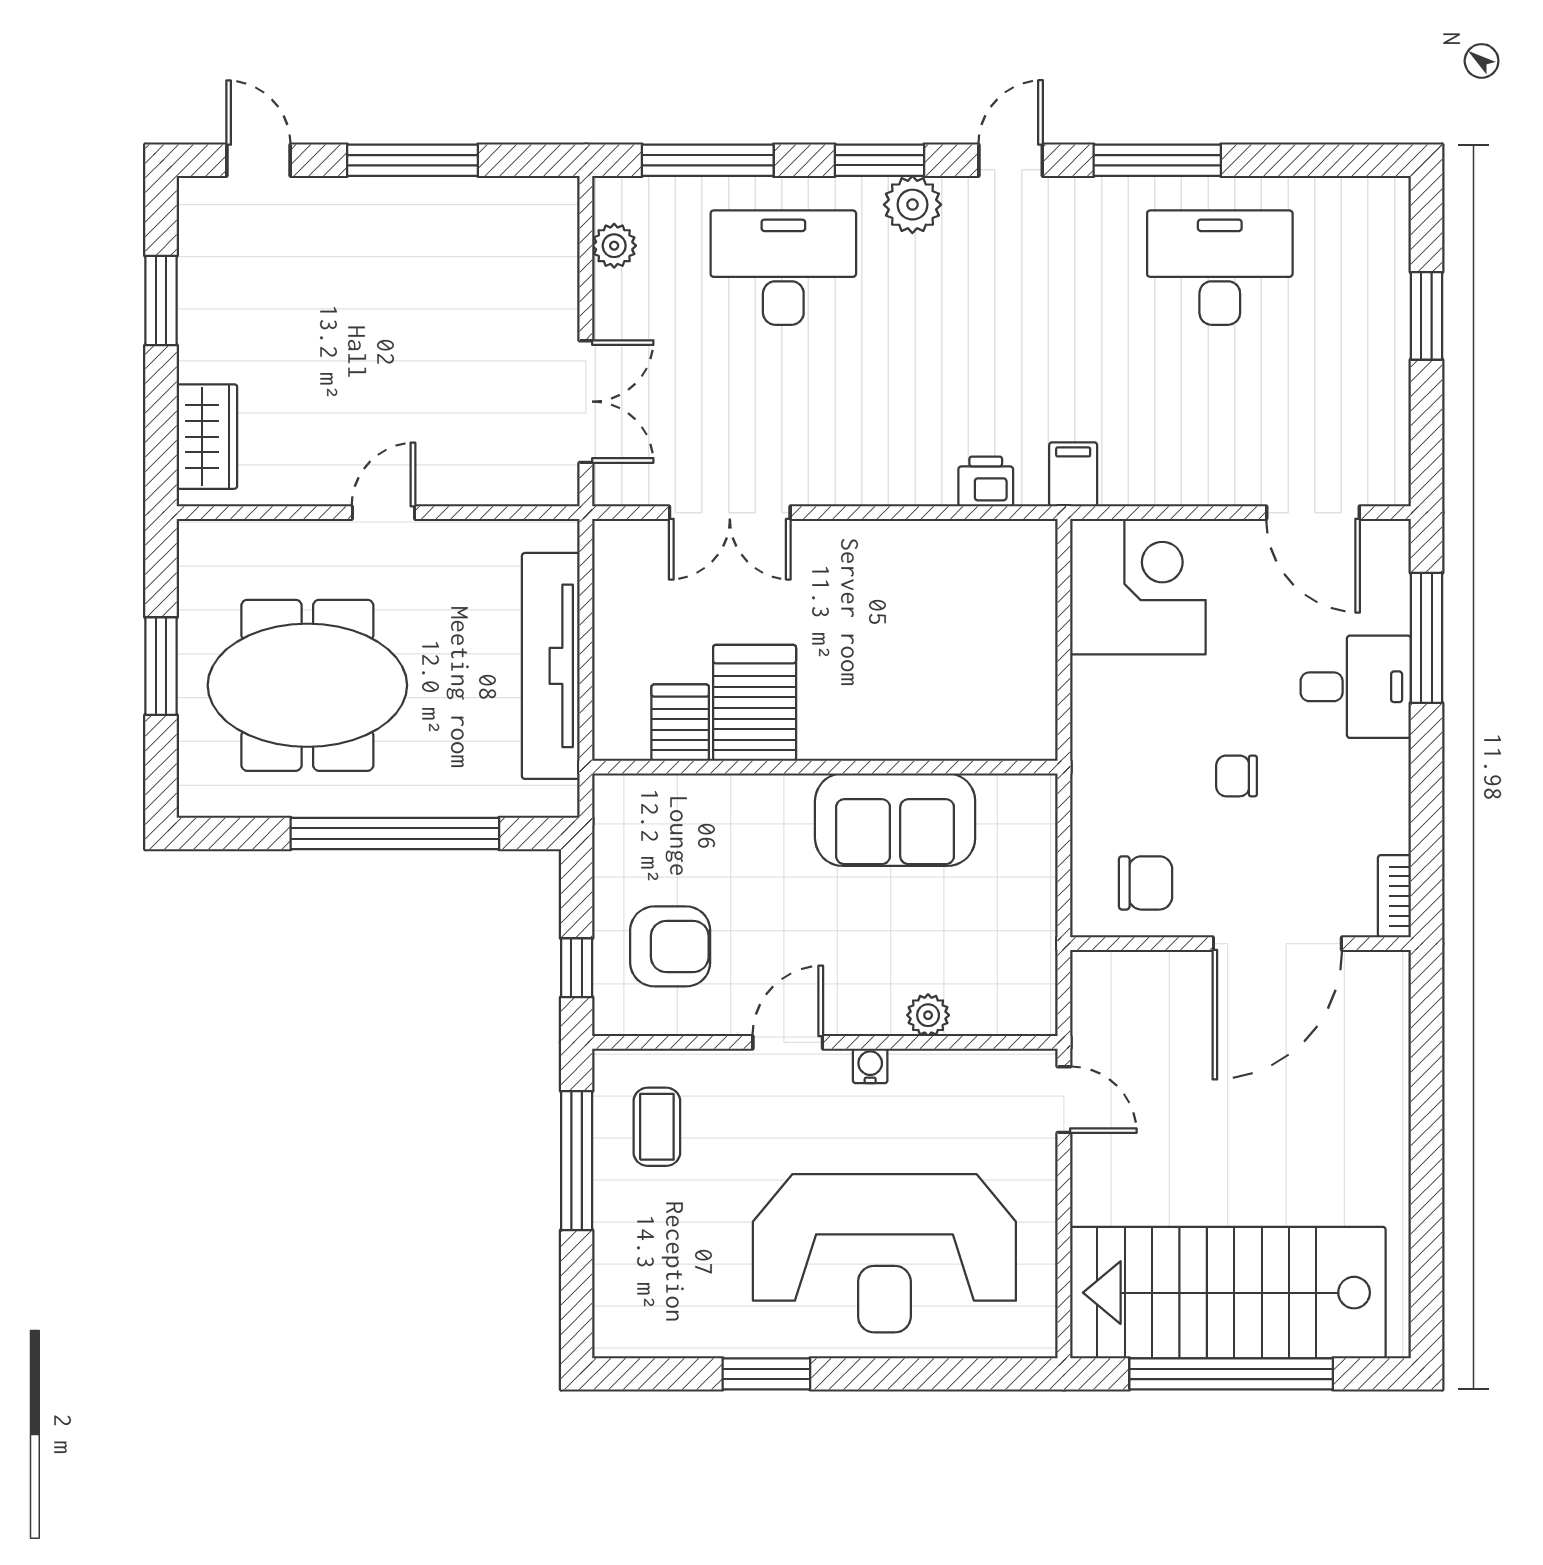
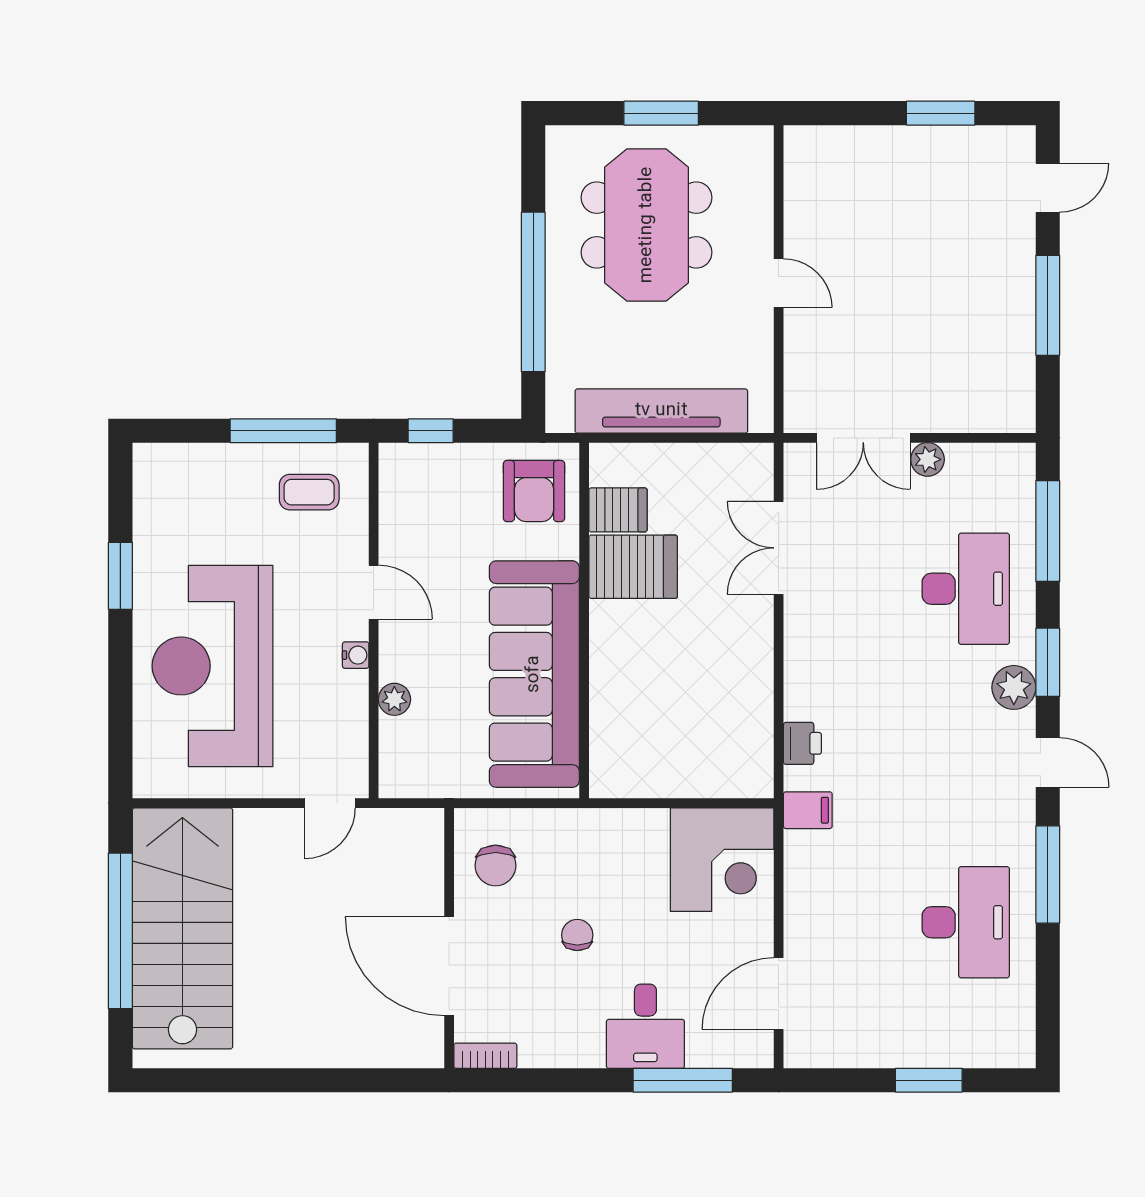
plant: (614, 246) -> (928, 459), moved
wardrobe: (207, 437) -> (837, 148), removed
sofa: (895, 820) -> (534, 674), width x1.85, depth x1.27
armchair: (670, 946) -> (534, 491), moved

